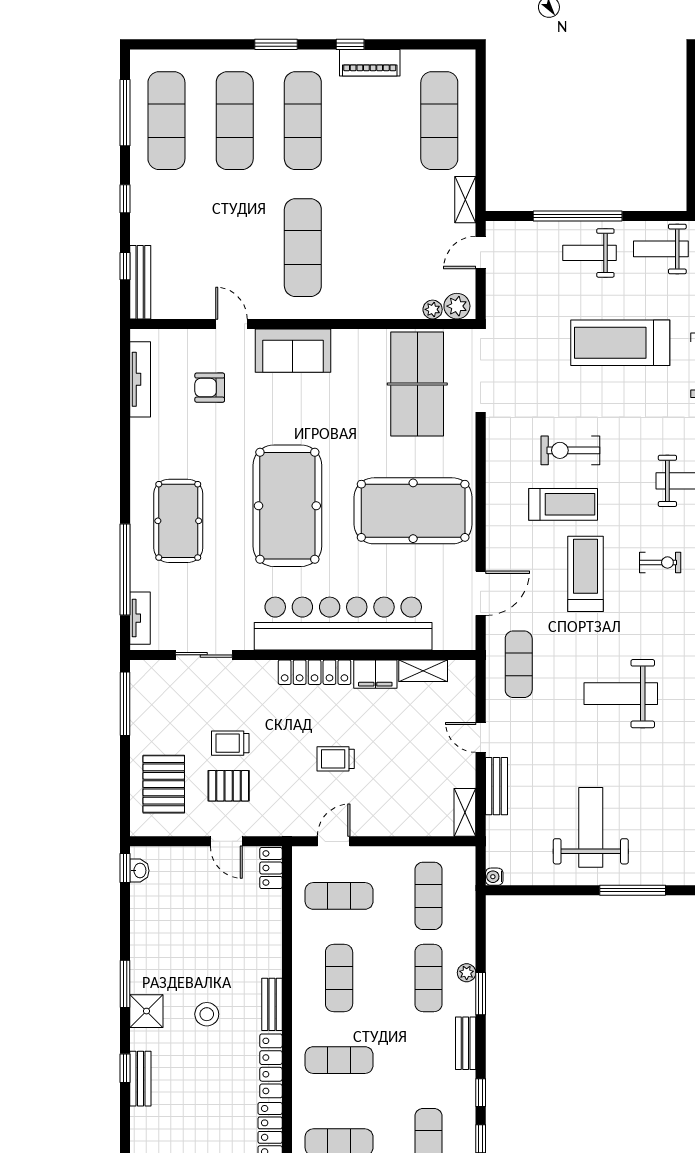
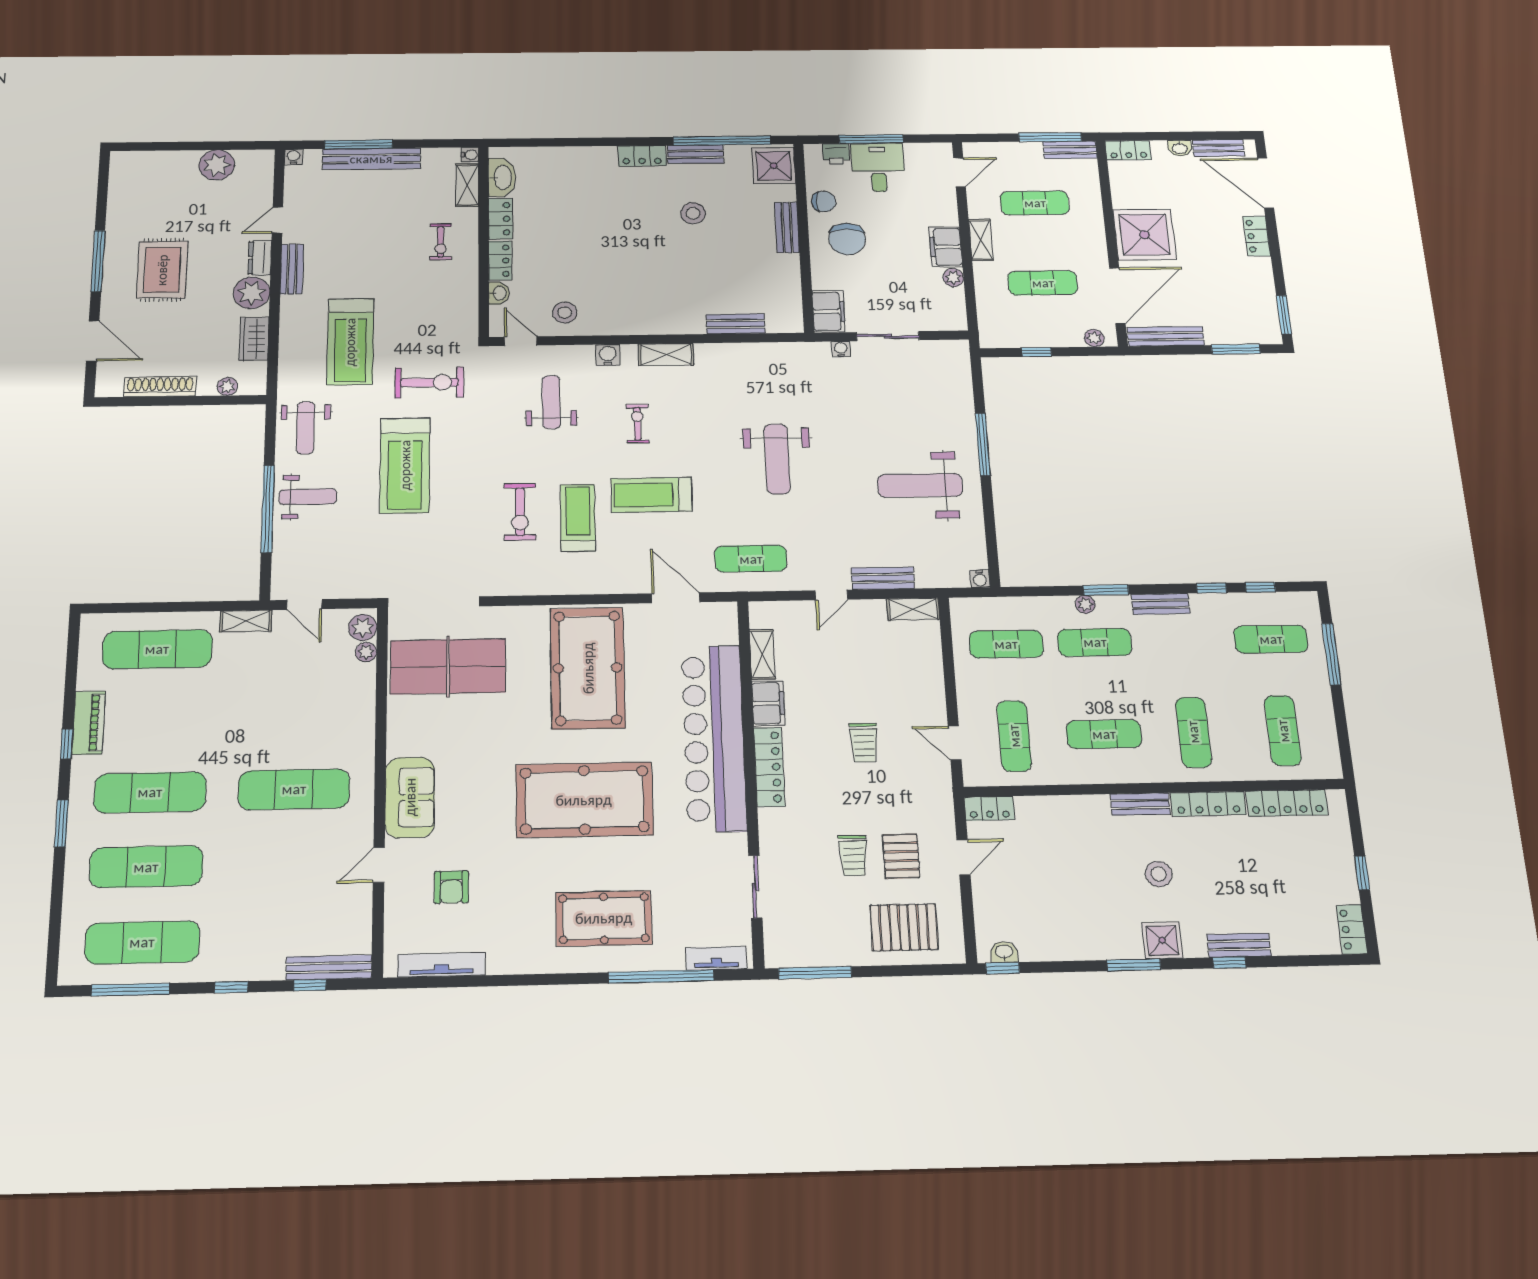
weight bench: (589, 253) -> (308, 497), turned -90

